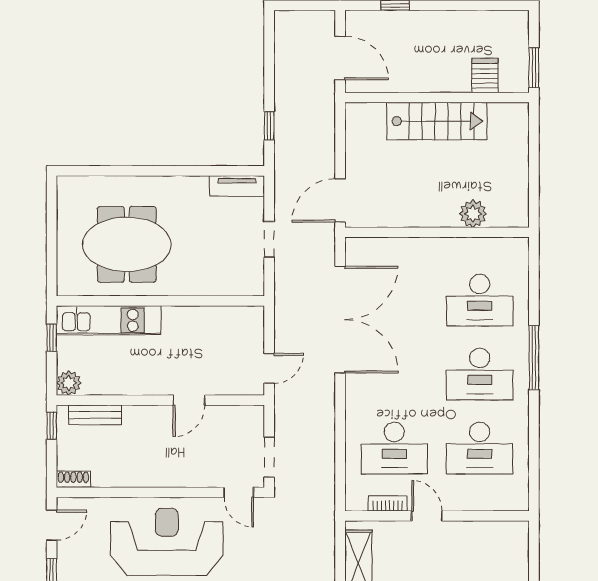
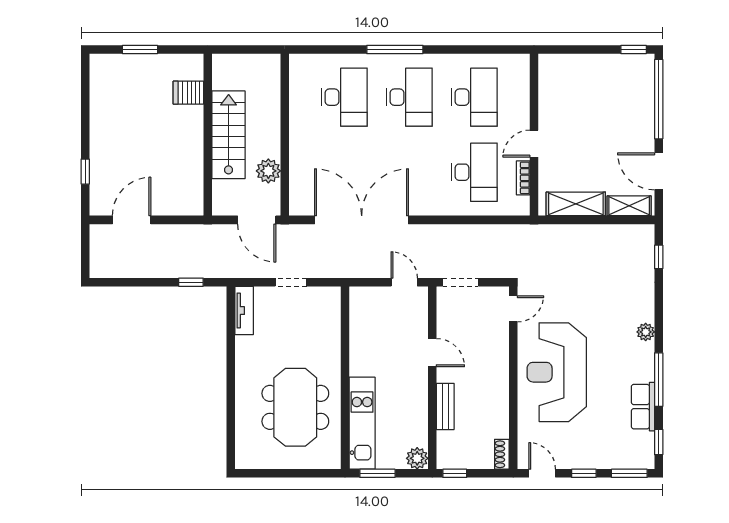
server rack: (485, 75) -> (188, 93), moved
wall: (437, 98) -> (208, 135), moved
stairs: (437, 121) -> (229, 135), moved
plant: (473, 214) -> (268, 171), moved
window: (52, 338) -> (377, 473), width x1.50
bench: (95, 415) -> (445, 406), moved
doorway: (269, 457) -> (461, 282), moved

